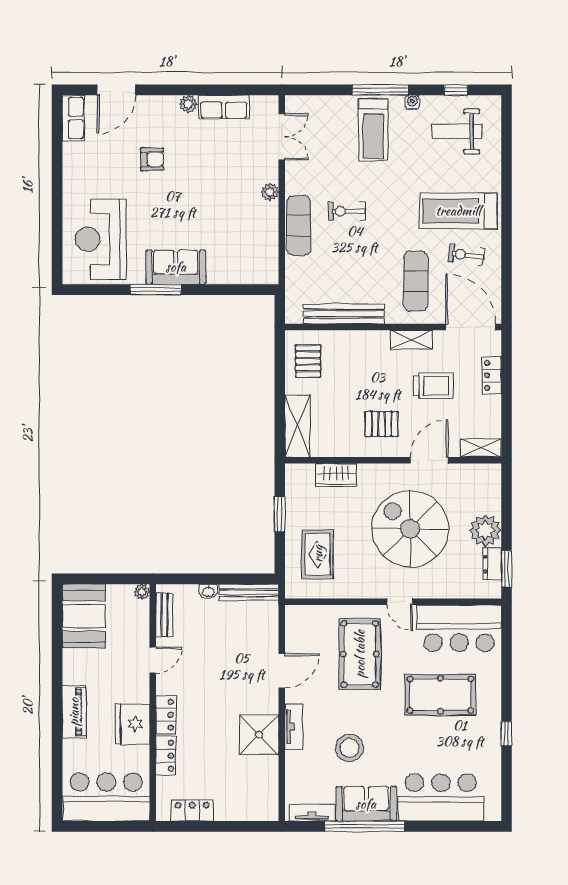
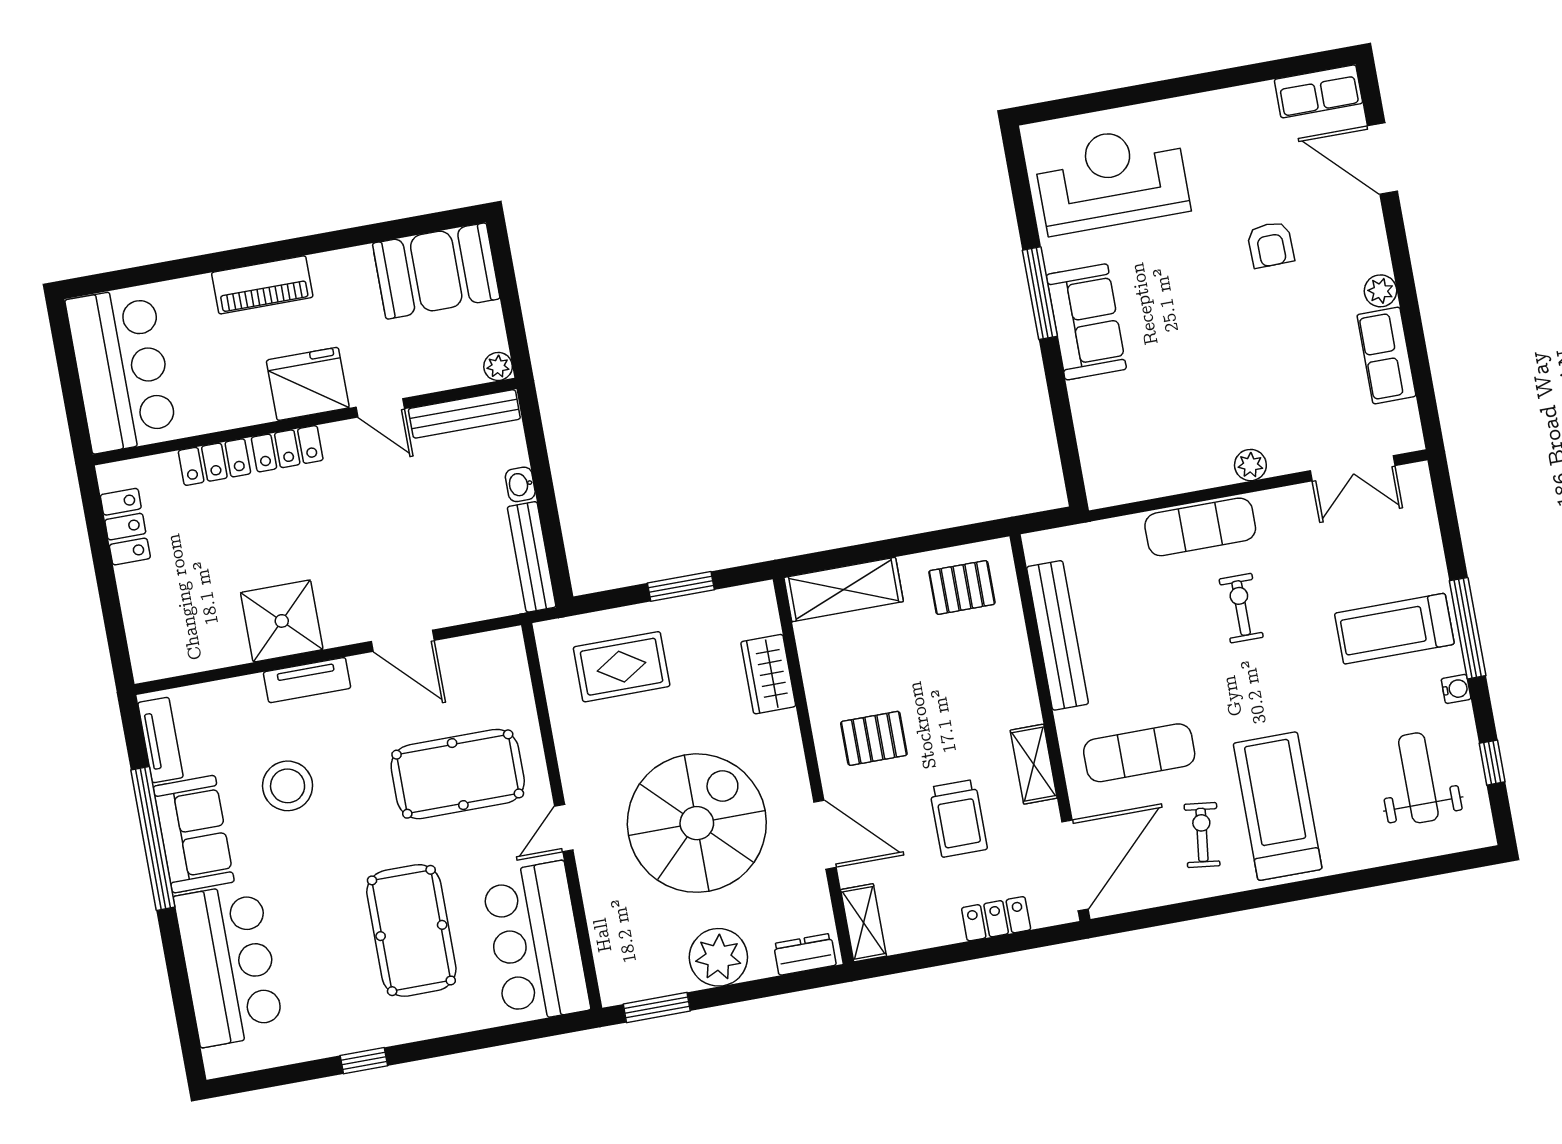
pallet: (382, 424) -> (874, 738), turned 90
dresser: (492, 564) -> (805, 954), moved
bench: (164, 615) -> (464, 414), width x1.36
fridge: (133, 724) -> (308, 384), moved

